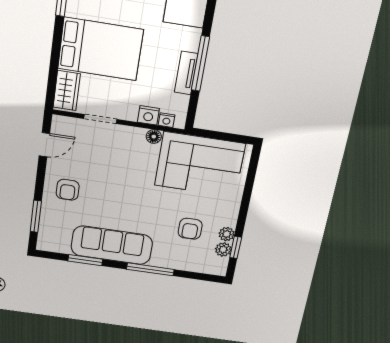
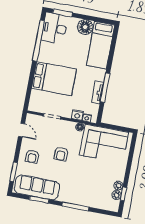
wardrobe: (67, 91) -> (35, 100), removed
door: (44, 145) -> (22, 130), hinge flipped
armchair: (190, 229) -> (61, 154), moved
sofa: (112, 245) -> (37, 187), moved

